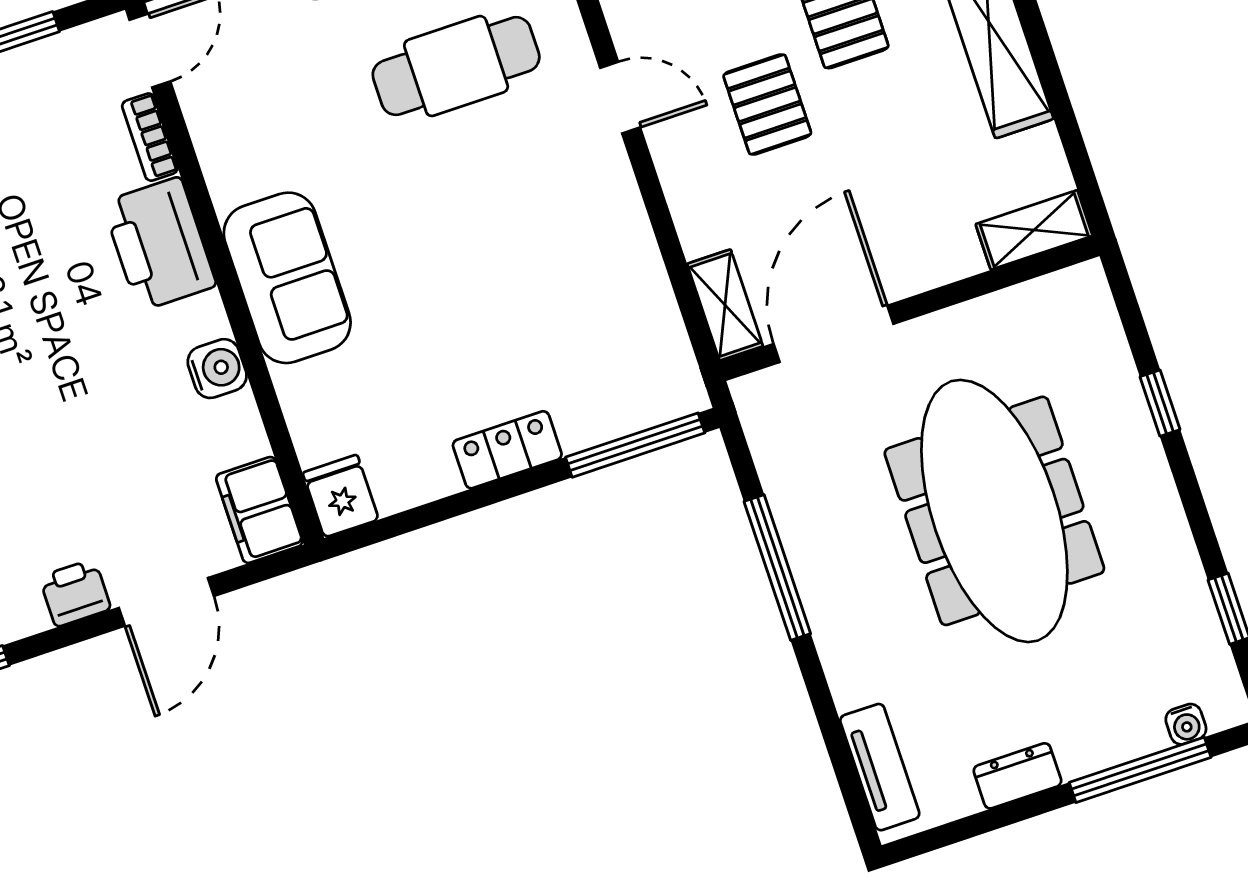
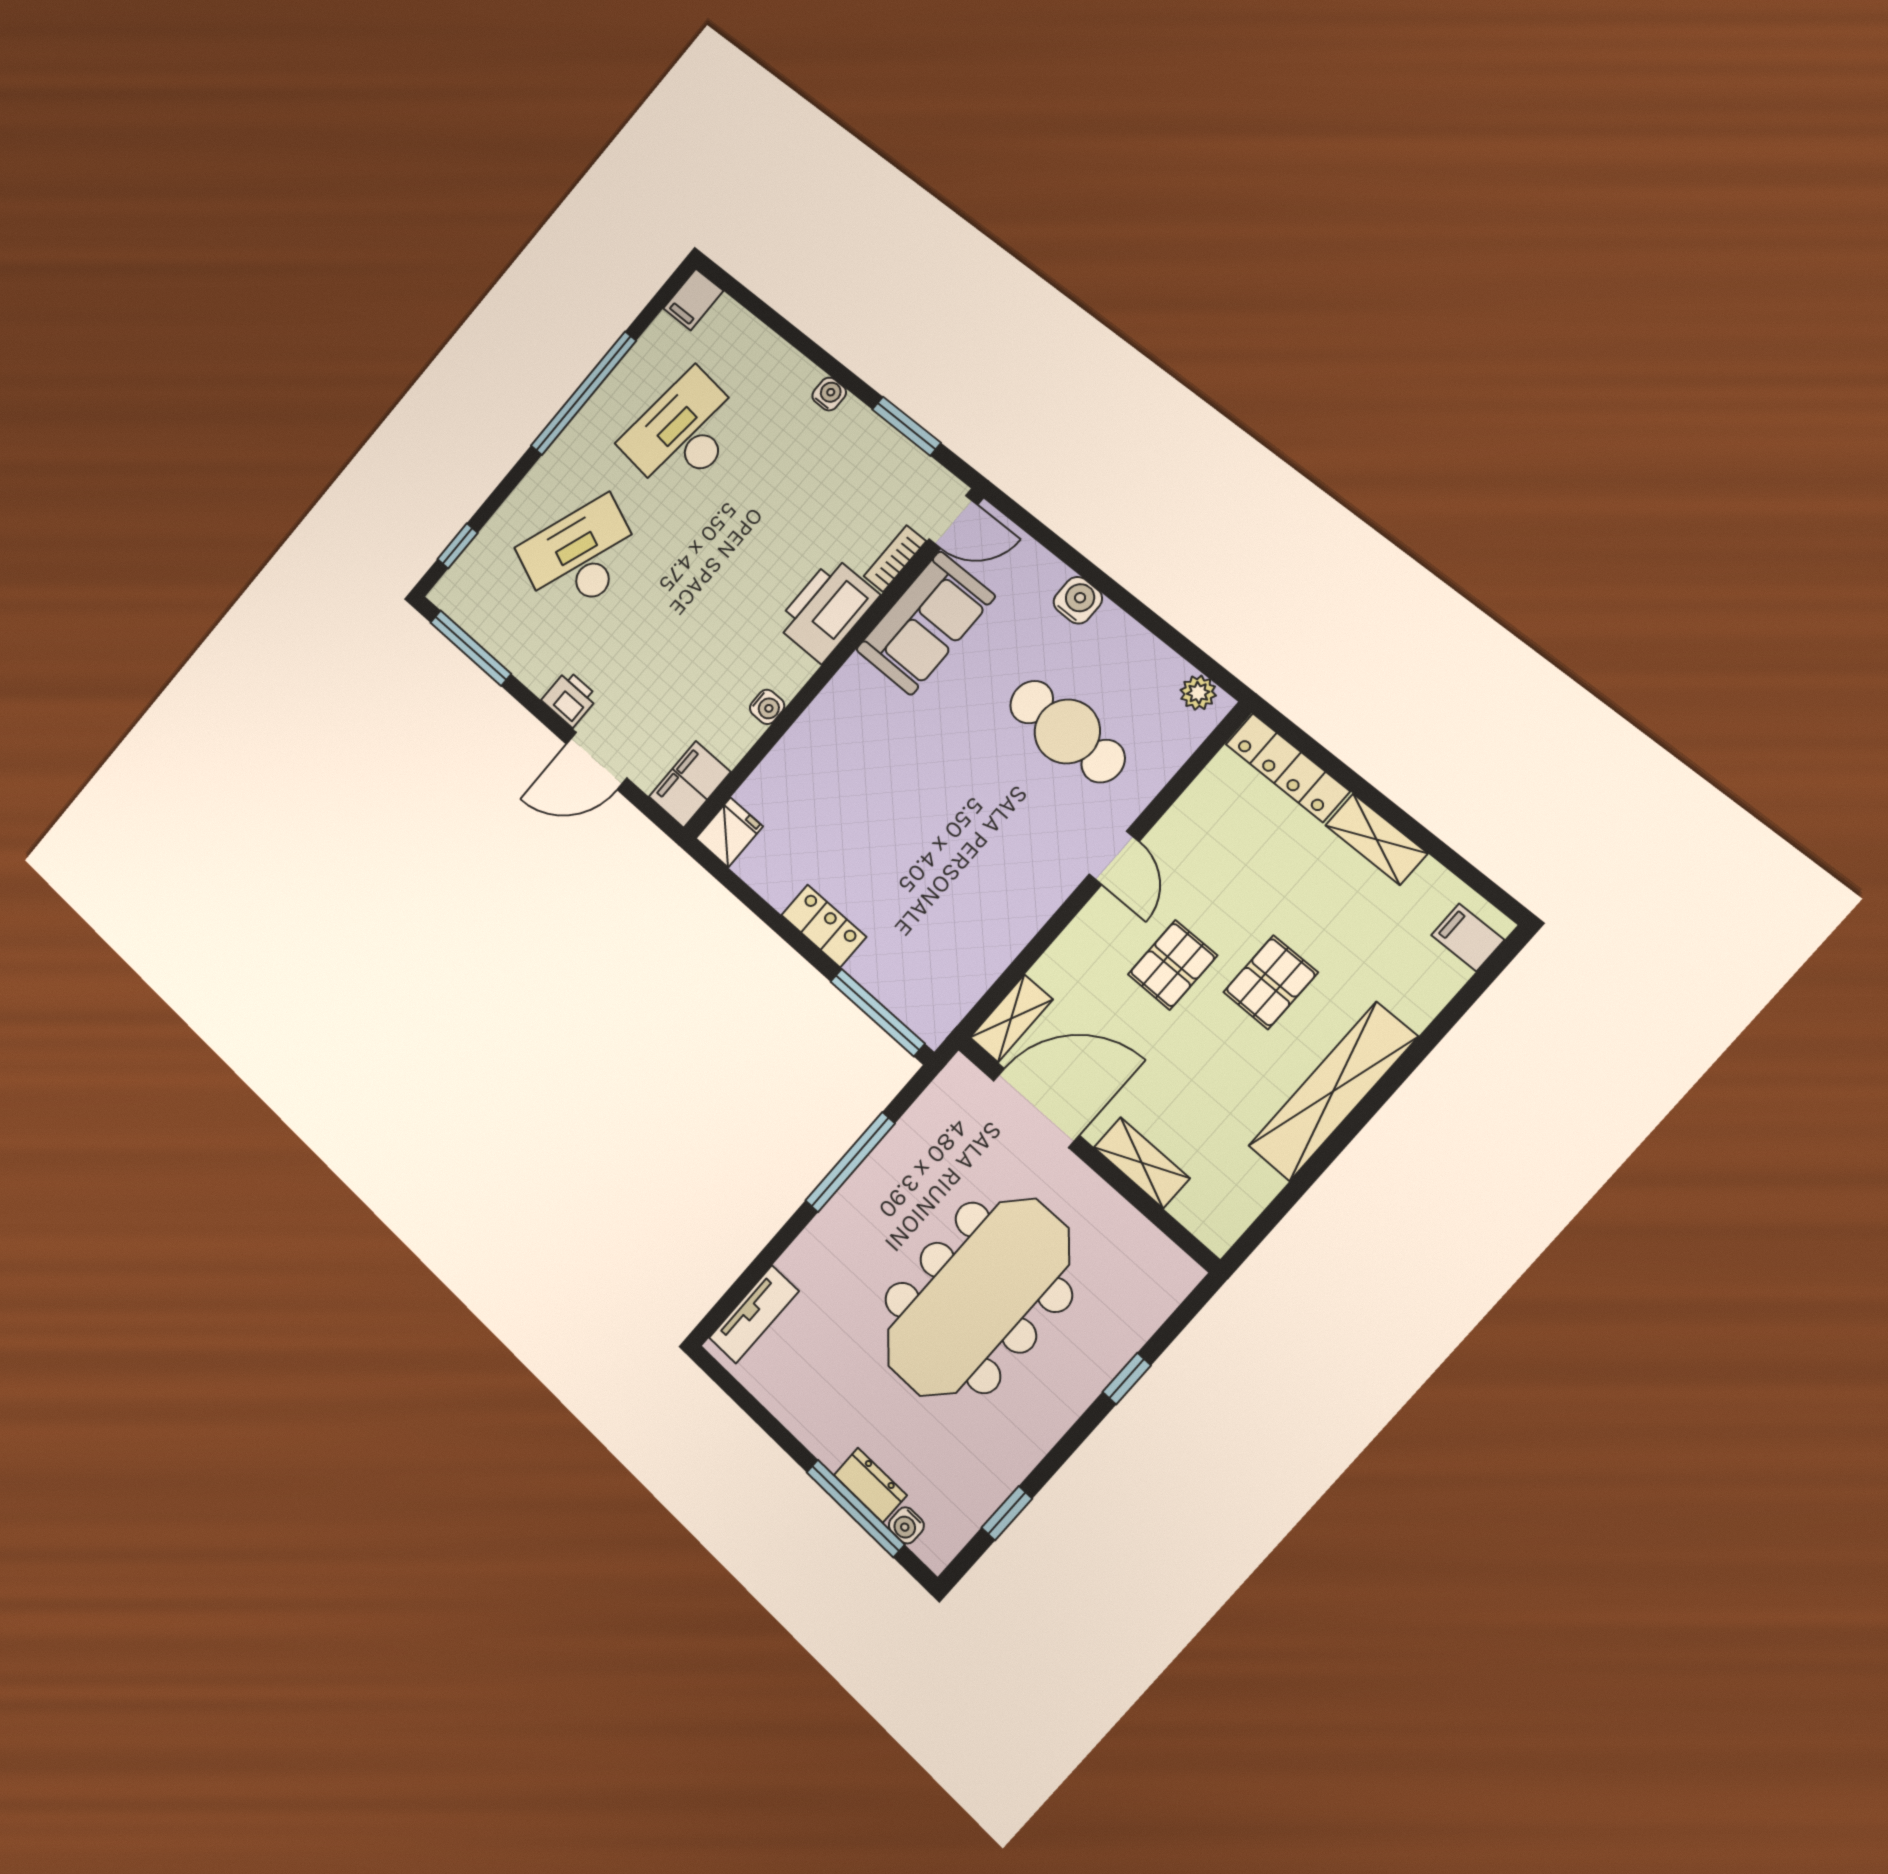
shelving: (1034, 230) -> (1142, 1163), moved
sofa: (287, 278) -> (926, 623), moved
water cooler: (217, 369) -> (767, 707), width x0.72, depth x0.72
dresser: (1017, 776) -> (870, 1485), moved

